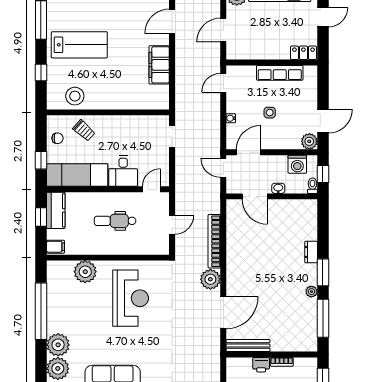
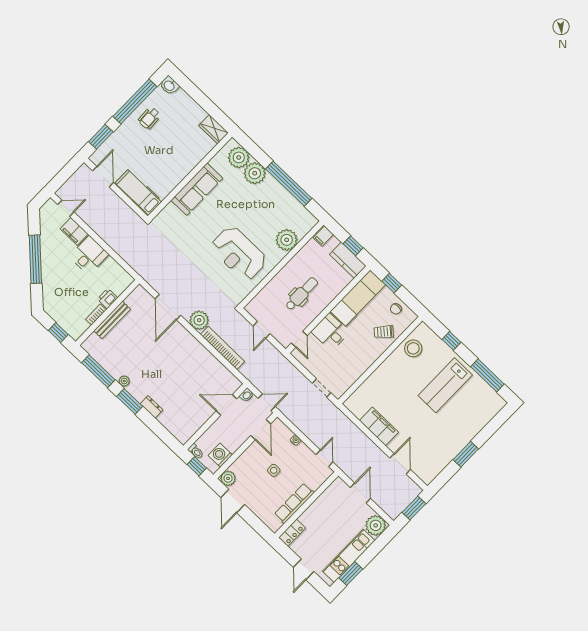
washbasin: (278, 188) -> (247, 395), moved
bench: (248, 346) -> (112, 320), moved

